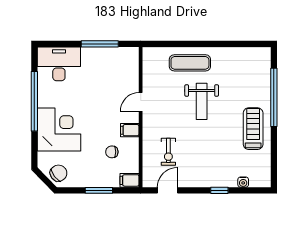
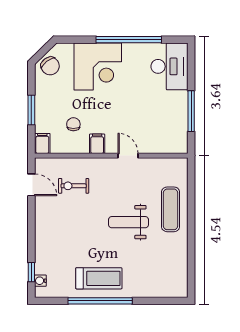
window: (274, 97) -> (100, 301), moved
water cooler: (243, 182) -> (40, 281), moved
window: (219, 190) -> (31, 272), moved

